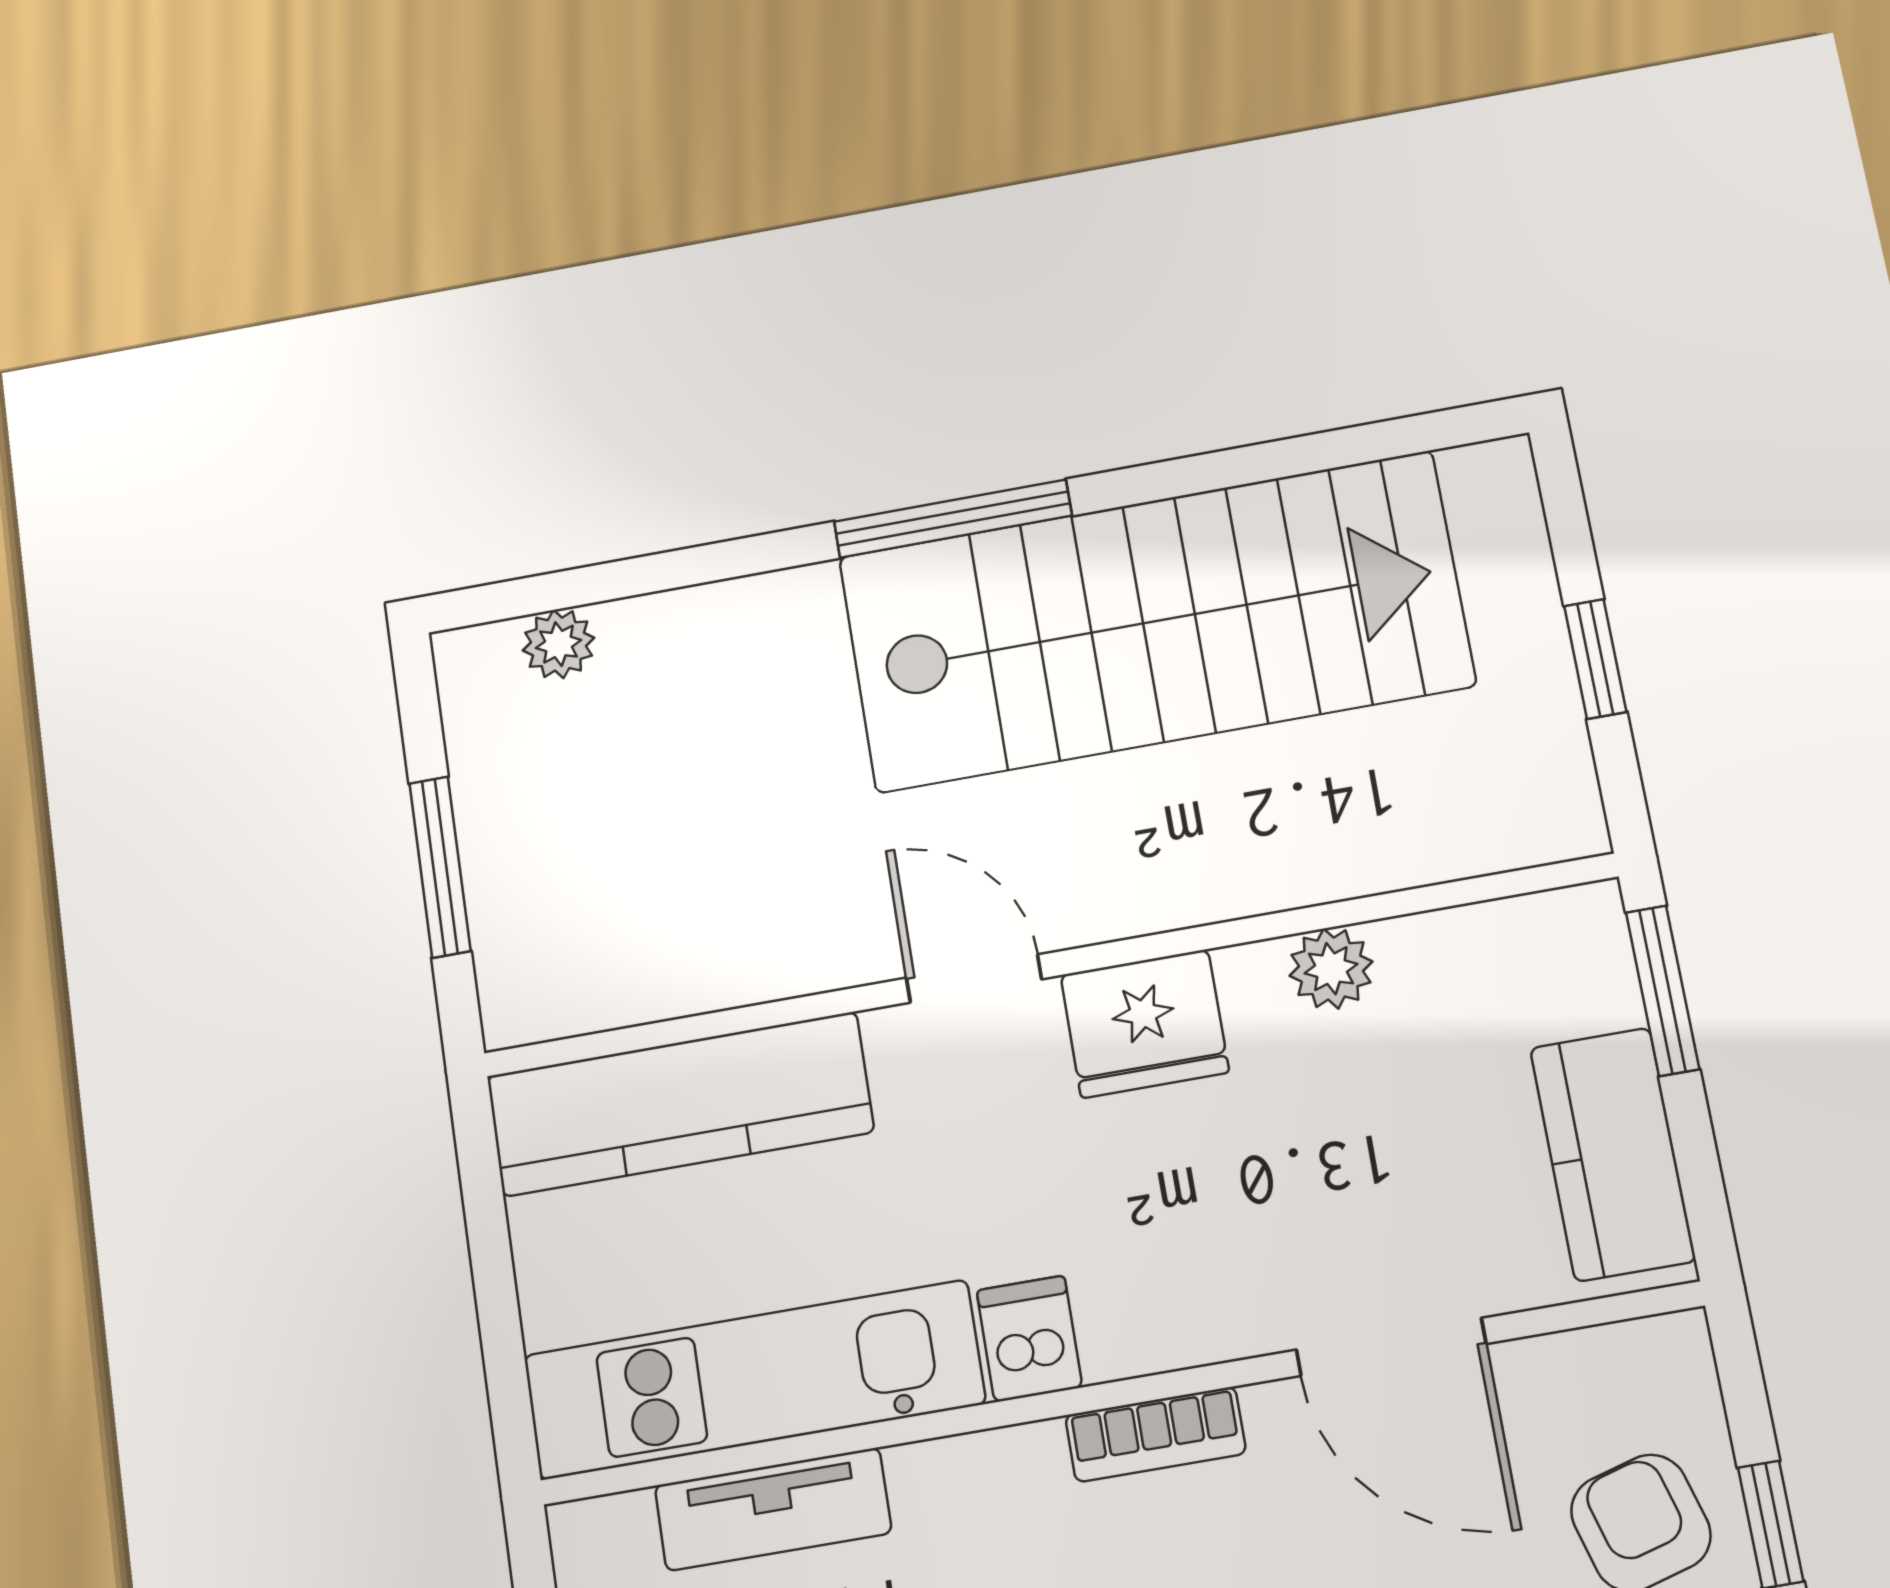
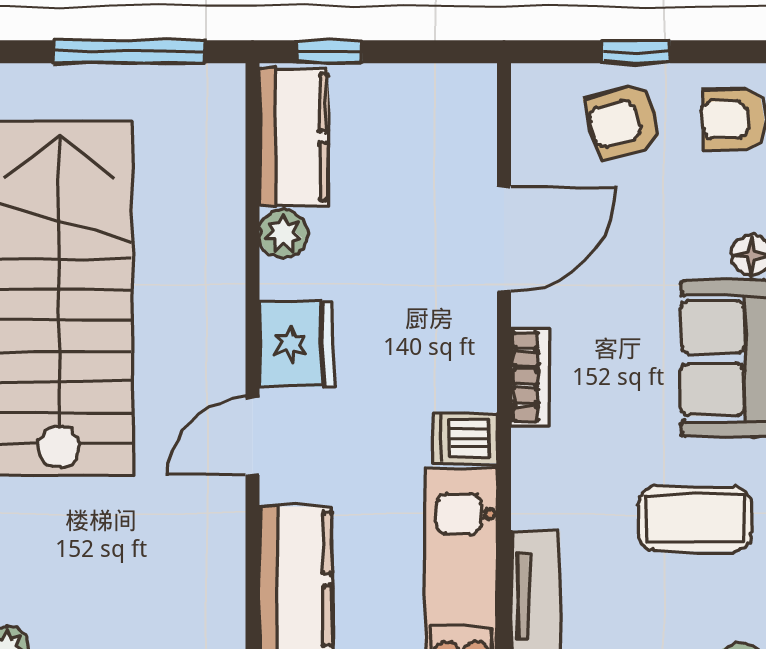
window: (1595, 659) -> (129, 52), width x2.17
window: (1663, 991) -> (330, 52), width x0.67
kitchen counter: (1613, 1154) -> (294, 137), moved, turned -90

